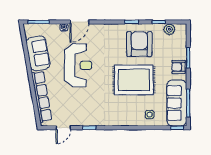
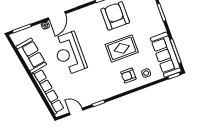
reception desk: (78, 65) -> (69, 53), turned 180
armchair: (179, 67) -> (128, 76), moved
rug: (134, 80) -> (122, 48), width x0.73, depth x0.69
door: (63, 128) -> (76, 111), swing flipped

